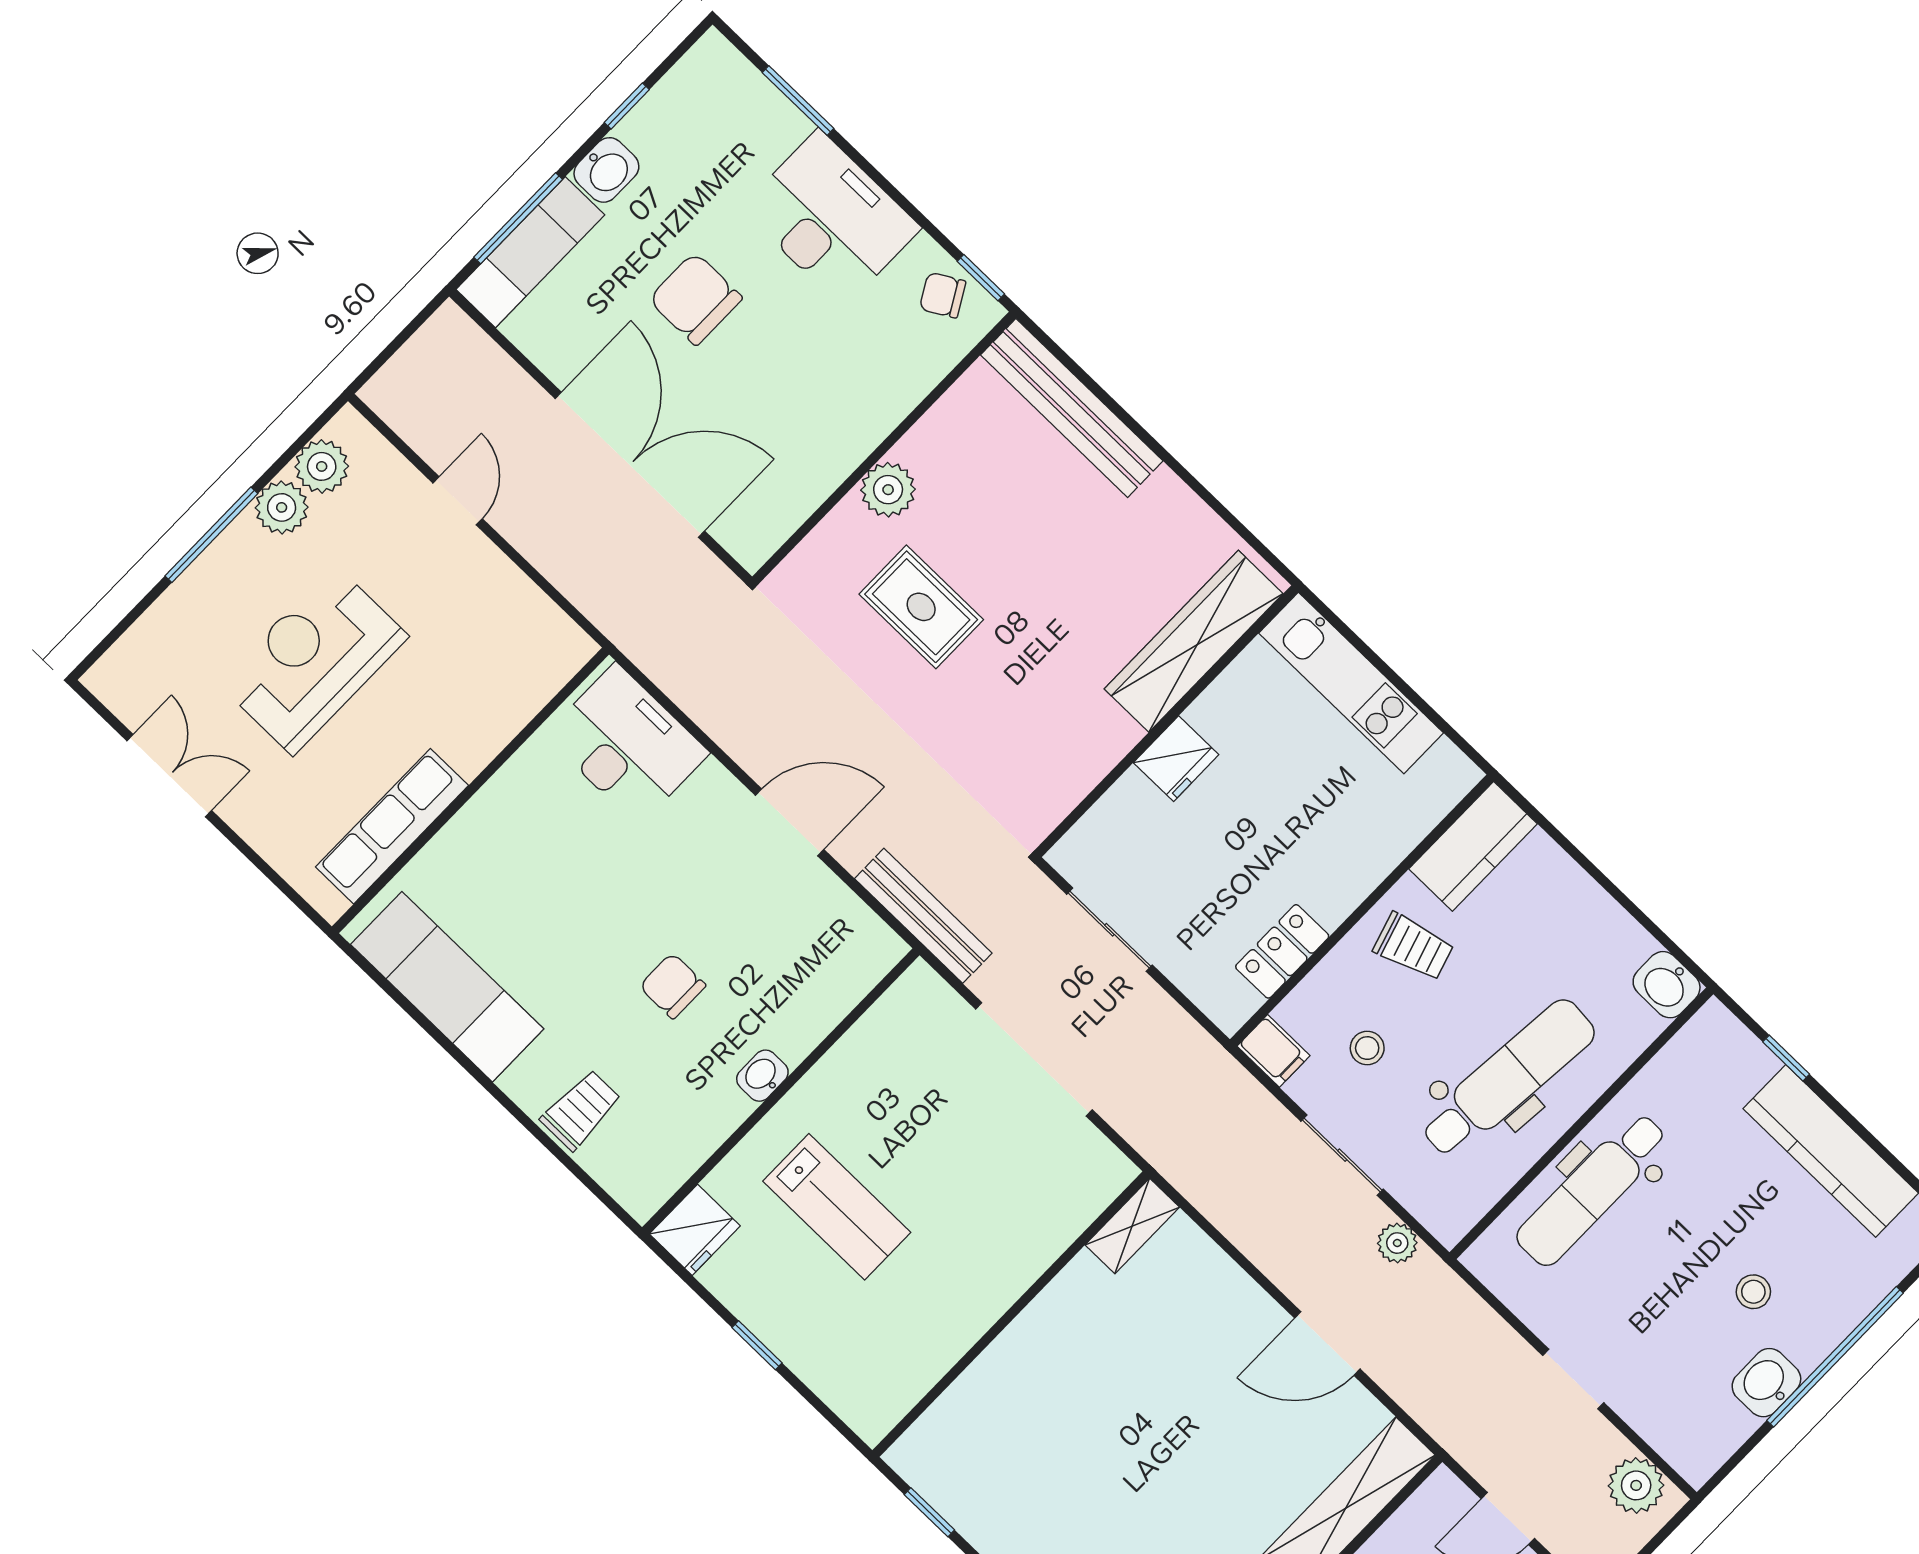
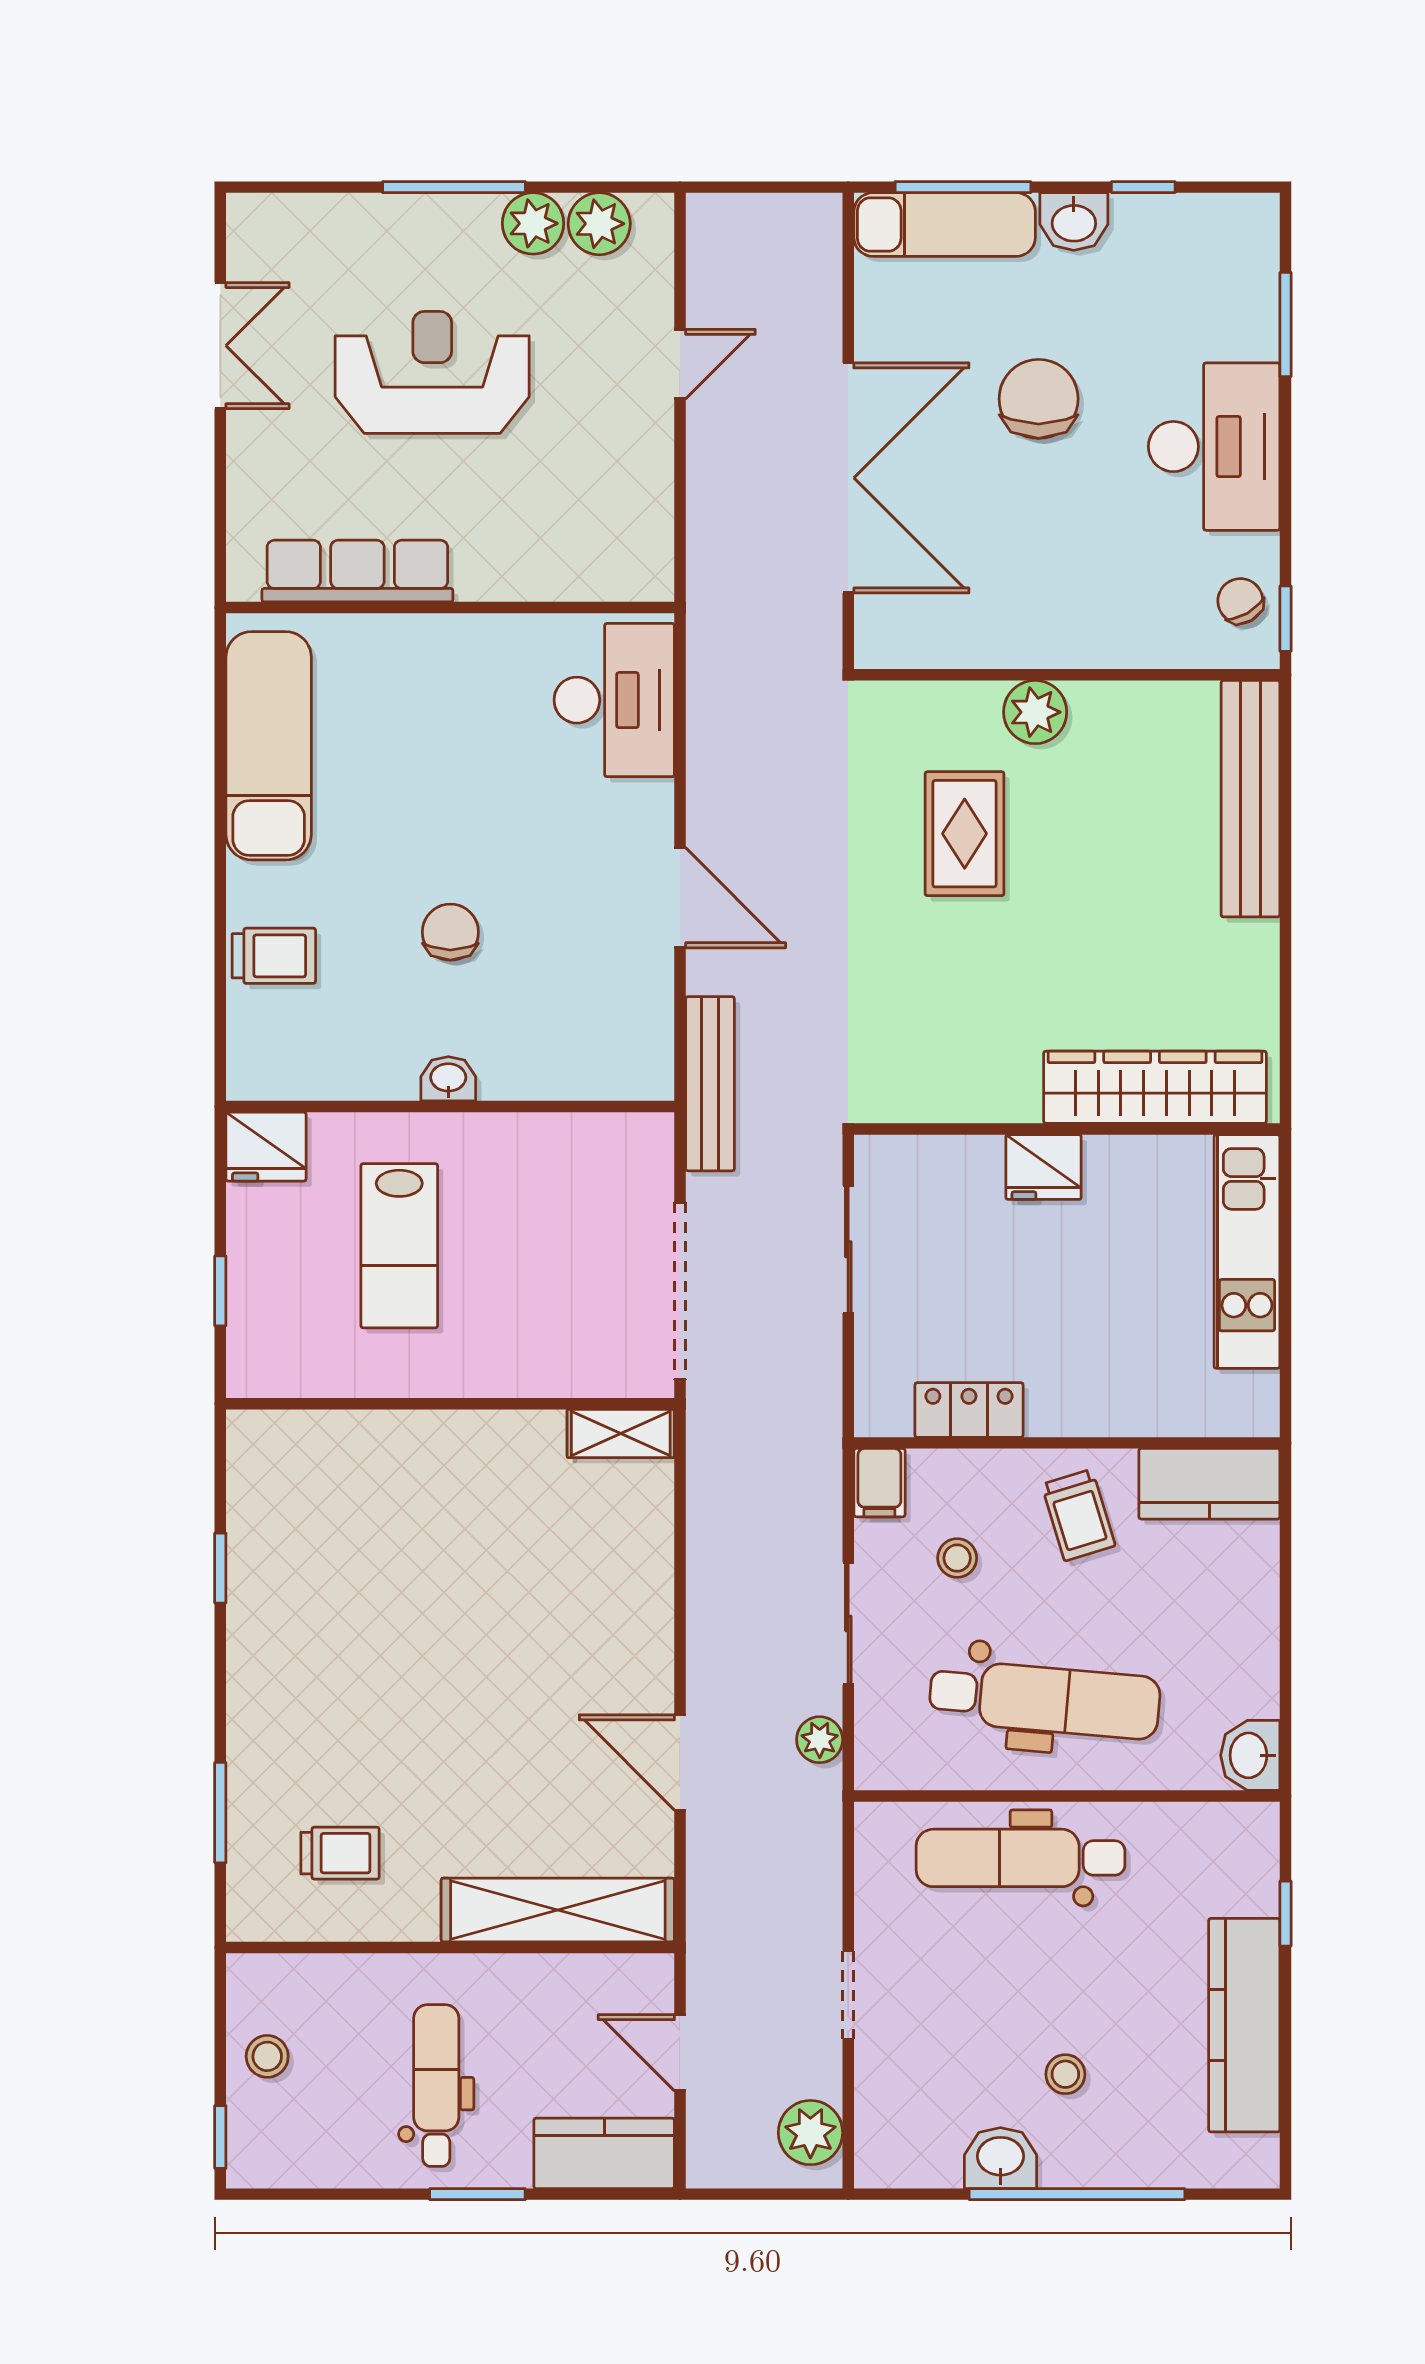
shelving: (1132, 1226) -> (621, 1433), moved
wall: (1011, 1314) -> (450, 1404), moved

